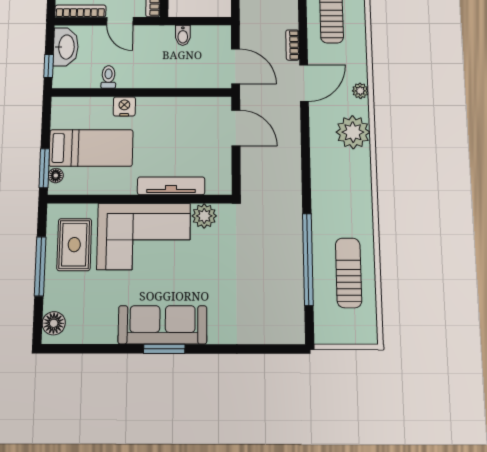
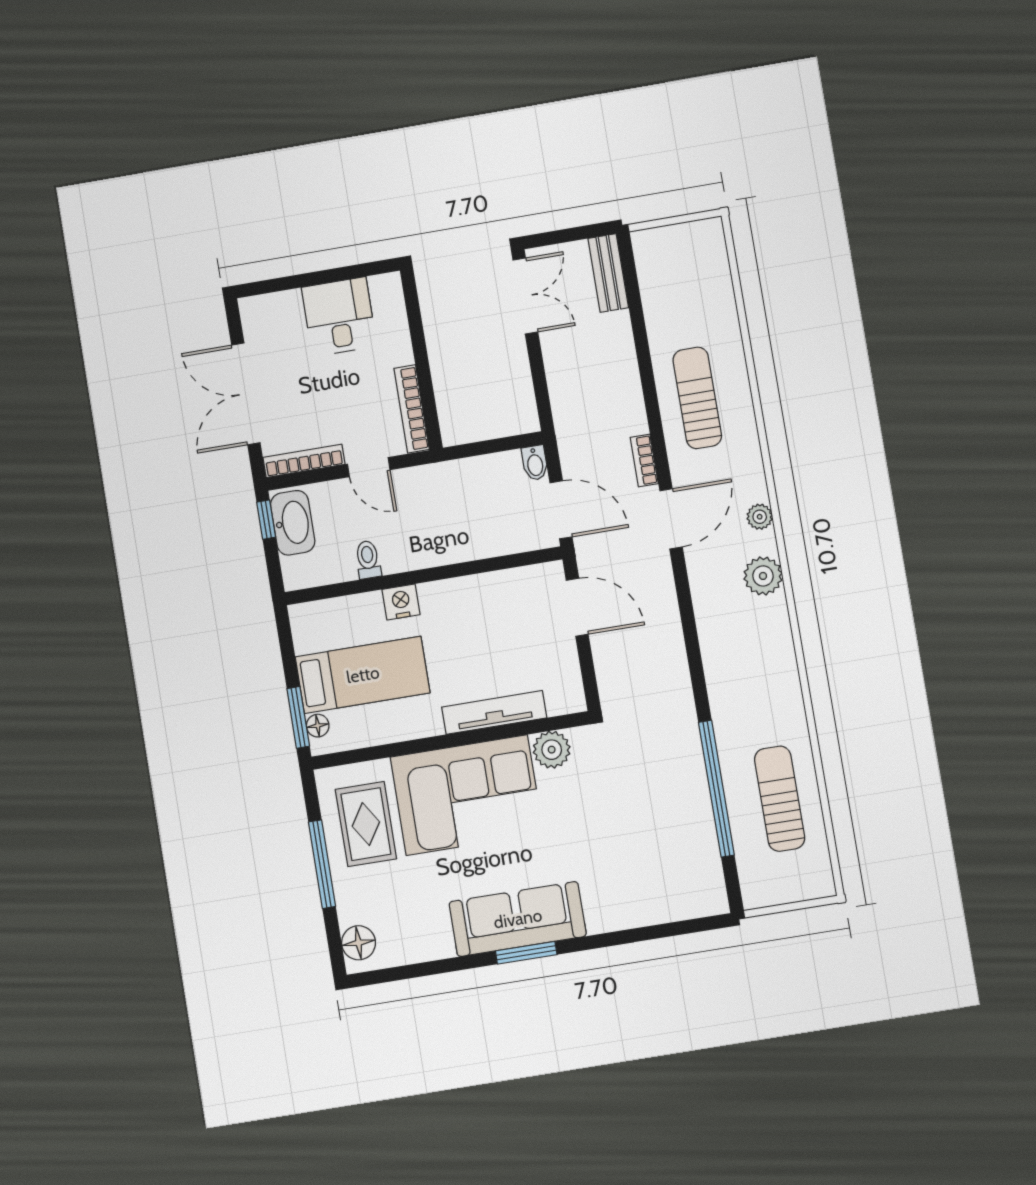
bidet: (183, 35) -> (535, 463), moved
window: (49, 66) -> (266, 520), moved
plant: (353, 132) -> (763, 576), width x0.73, depth x0.73

